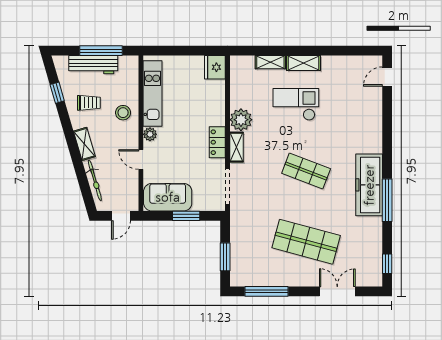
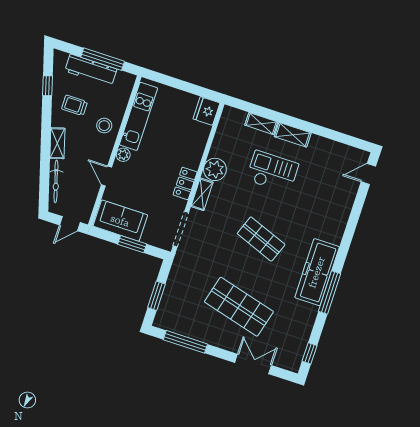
trolley: (89, 103) -> (75, 105), turned 180

